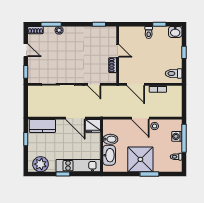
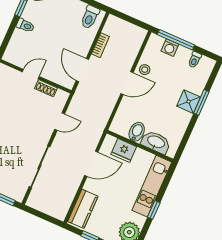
door: (136, 84) -> (82, 70), swing flipped
fridge: (93, 126) -> (124, 150), moved, turned 90
shower: (140, 159) -> (189, 102), width x0.54, depth x0.54

